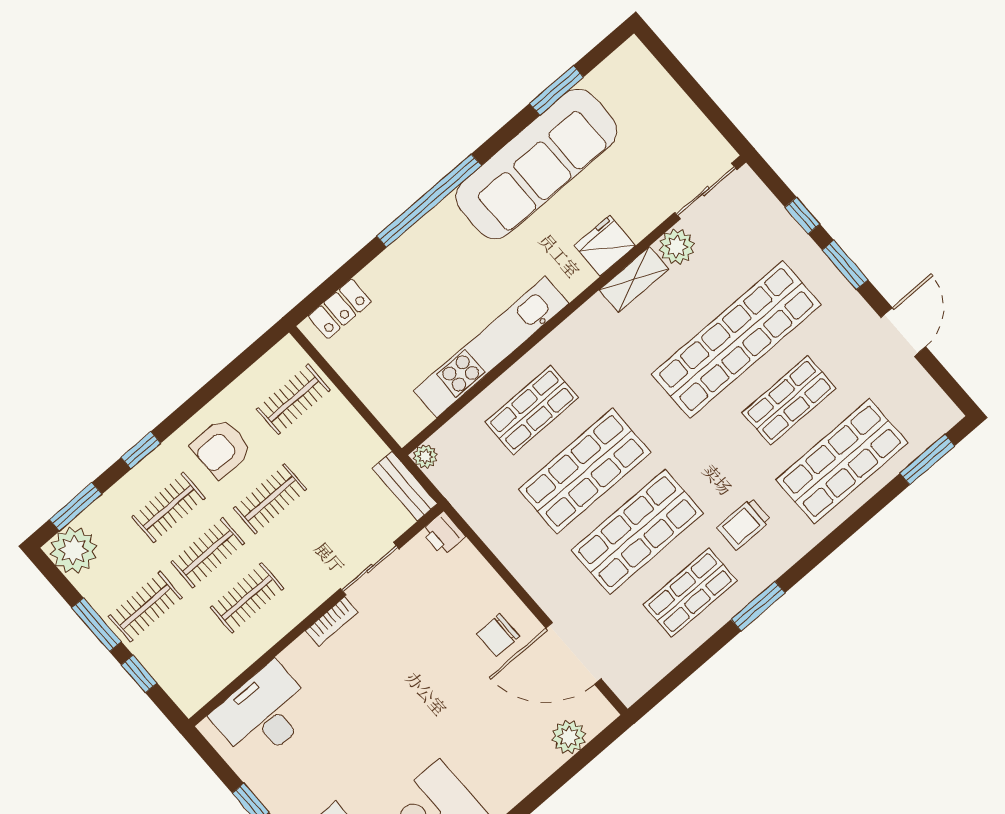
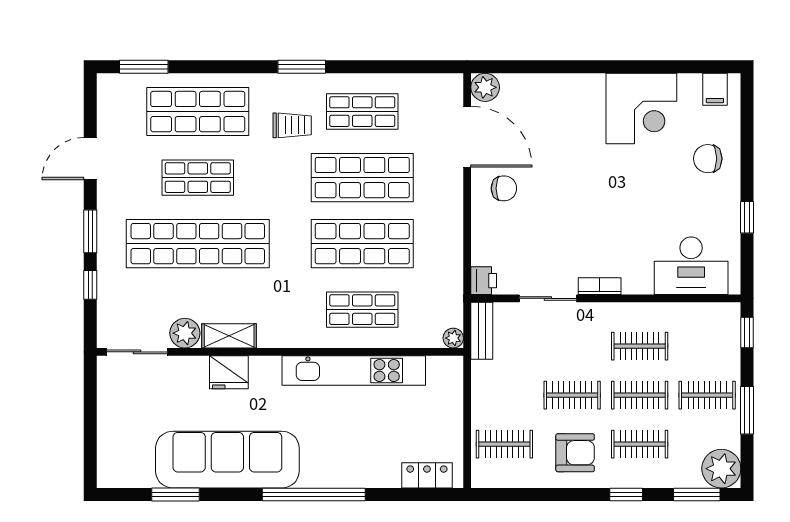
window: (758, 606) -> (302, 67), moved
window: (139, 674) -> (747, 332), moved
plant: (569, 737) -> (485, 87), moved

